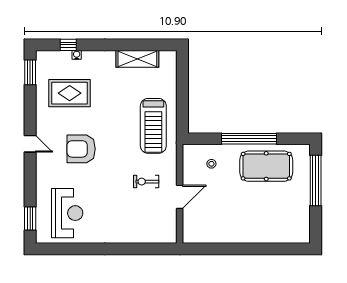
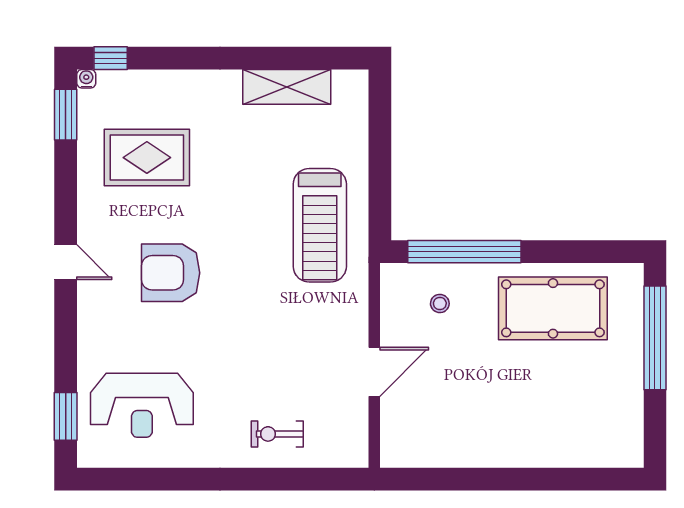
window: (68, 45) -> (111, 58), moved
water cooler: (77, 55) -> (86, 79), moved
window: (249, 139) -> (464, 252), moved
exercise bike: (146, 182) -> (277, 434), moved
reception desk: (67, 213) -> (142, 405), turned 90

